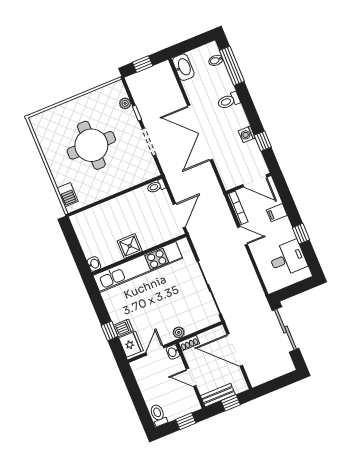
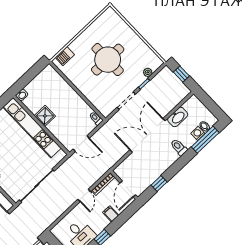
washbasin: (183, 67) -> (178, 117), moved
washing machine: (247, 134) -> (198, 133), moved

